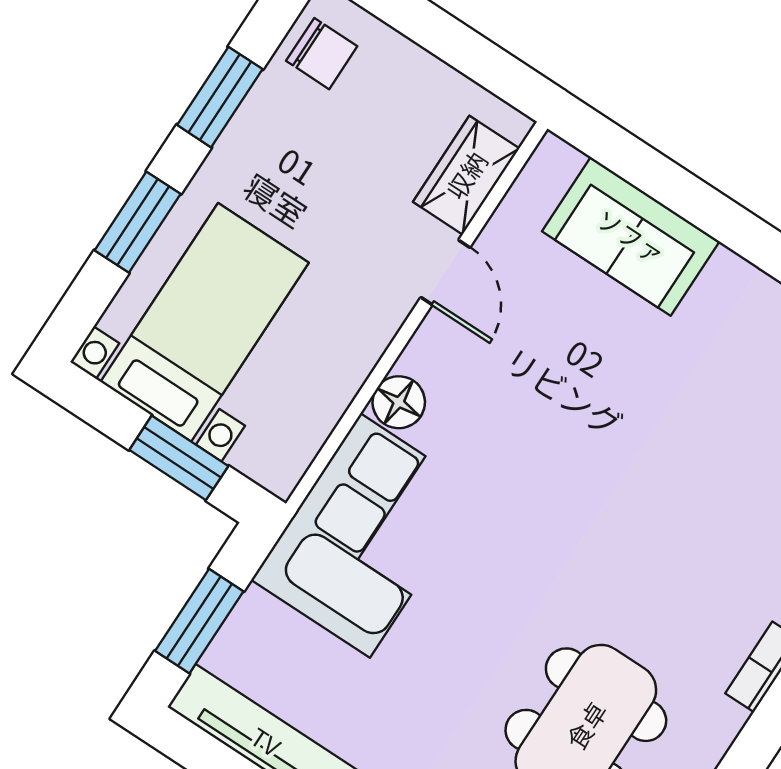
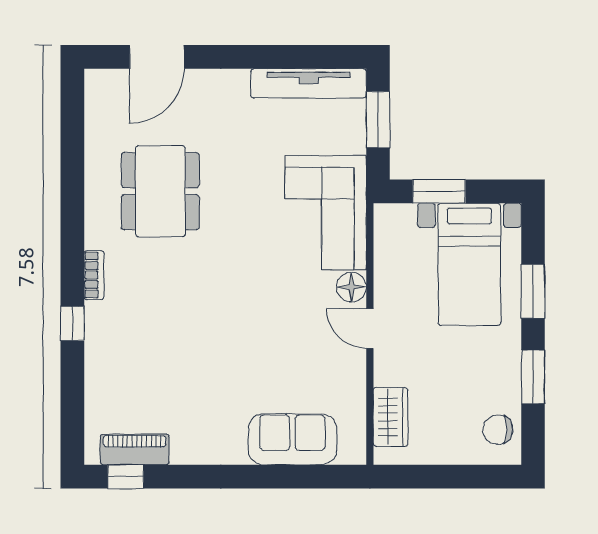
door: (445, 272) -> (370, 329), moved

